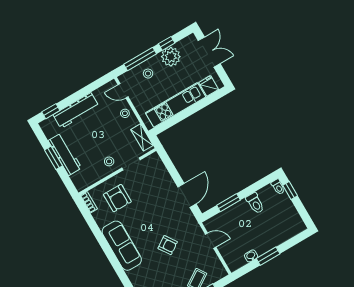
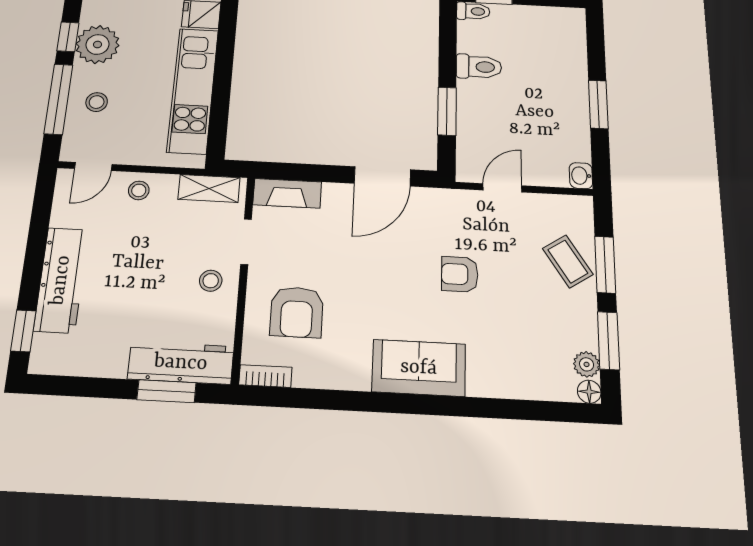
workbench: (65, 154) -> (181, 363), moved
window: (54, 158) -> (167, 391), moved
fireplace: (158, 166) -> (287, 193), added
door: (187, 195) -> (382, 176), swing flipped
armchair: (117, 198) -> (297, 312), turned 90
armchair: (168, 245) -> (460, 274), turned -146
sofa: (122, 246) -> (419, 368), width x0.73
washbasin: (251, 256) -> (581, 176), moved

